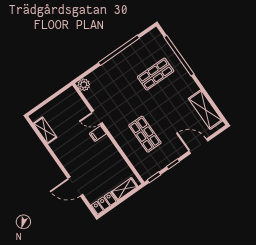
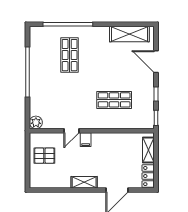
pallet: (62, 110) -> (44, 156), added
shelving: (45, 130) -> (84, 182), moved
door: (198, 146) -> (156, 62), hinge flipped

